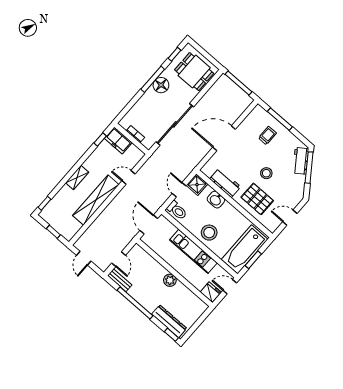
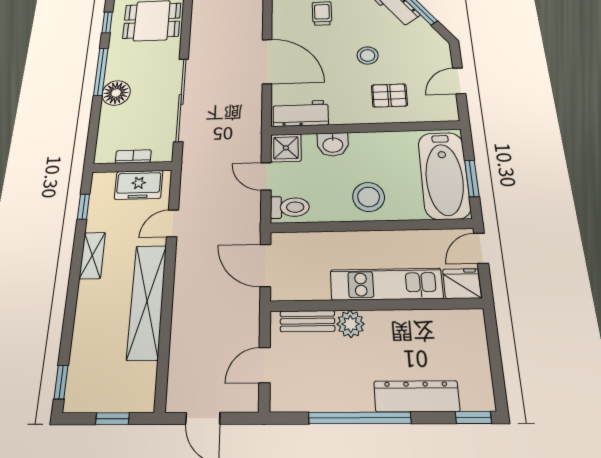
floor lamp: (161, 85) -> (116, 93), moved
door: (224, 138) -> (267, 61), swing flipped
freezer: (118, 140) -> (139, 185), moved
shelving: (77, 177) -> (92, 255), moved
workbench: (225, 183) -> (301, 113), moved
pallet: (257, 199) -> (389, 95), width x0.67, depth x0.71
kitchen unit: (193, 251) -> (386, 284), moved, turned 180
door: (119, 259) -> (265, 365), swing flipped
bench: (120, 280) -> (307, 321), moved
plant: (170, 280) -> (351, 324), moved
dresser: (169, 321) -> (417, 396), moved

